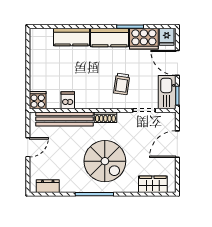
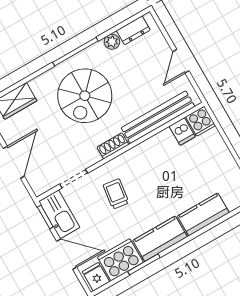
dishwasher: (68, 100) -> (182, 131), moved
spiral stairs: (105, 161) -> (85, 96), turned -90
plant: (66, 187) -> (112, 42), added

